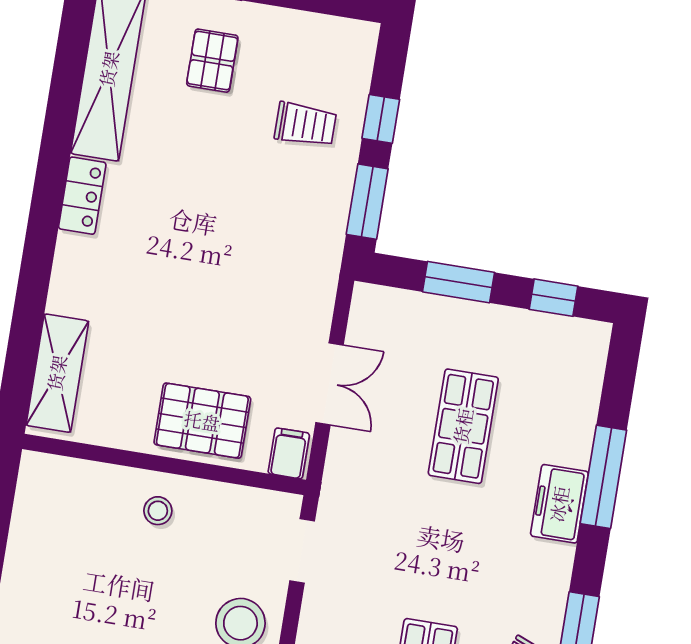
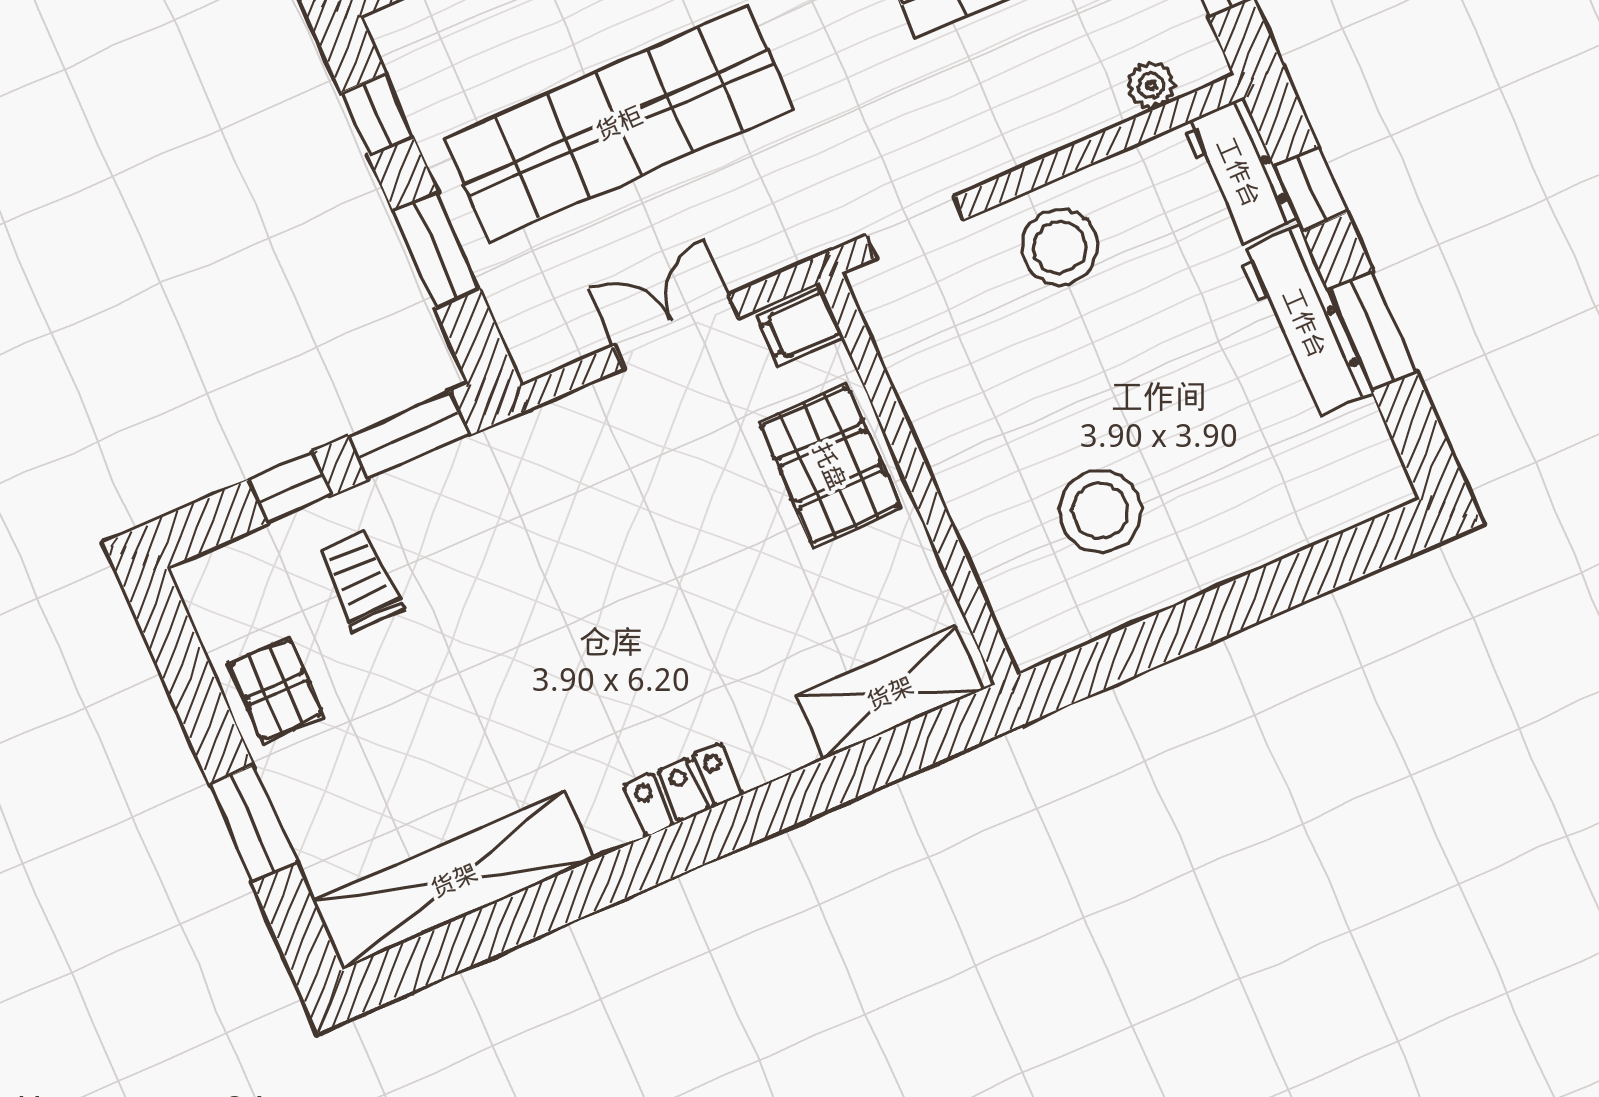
pallet: (212, 61) -> (276, 689), moved, turned 90
locker: (82, 196) -> (683, 790), moved
shop shelf: (463, 426) -> (619, 123), width x2.00, depth x1.36
stool: (158, 511) -> (1100, 511), moved, width x1.89, depth x1.89

